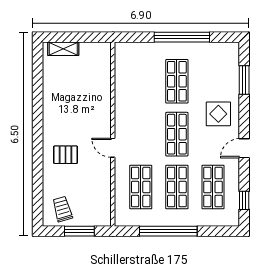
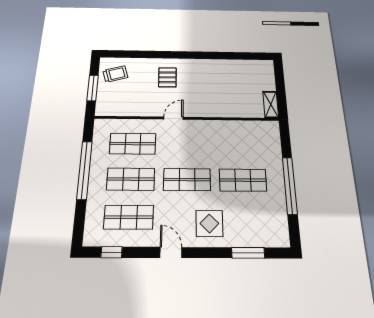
shelving: (63, 49) -> (271, 104), moved

